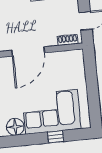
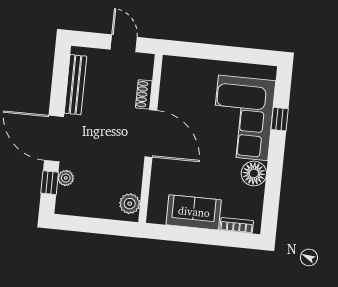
shoe rack: (68, 40) -> (144, 94), moved

